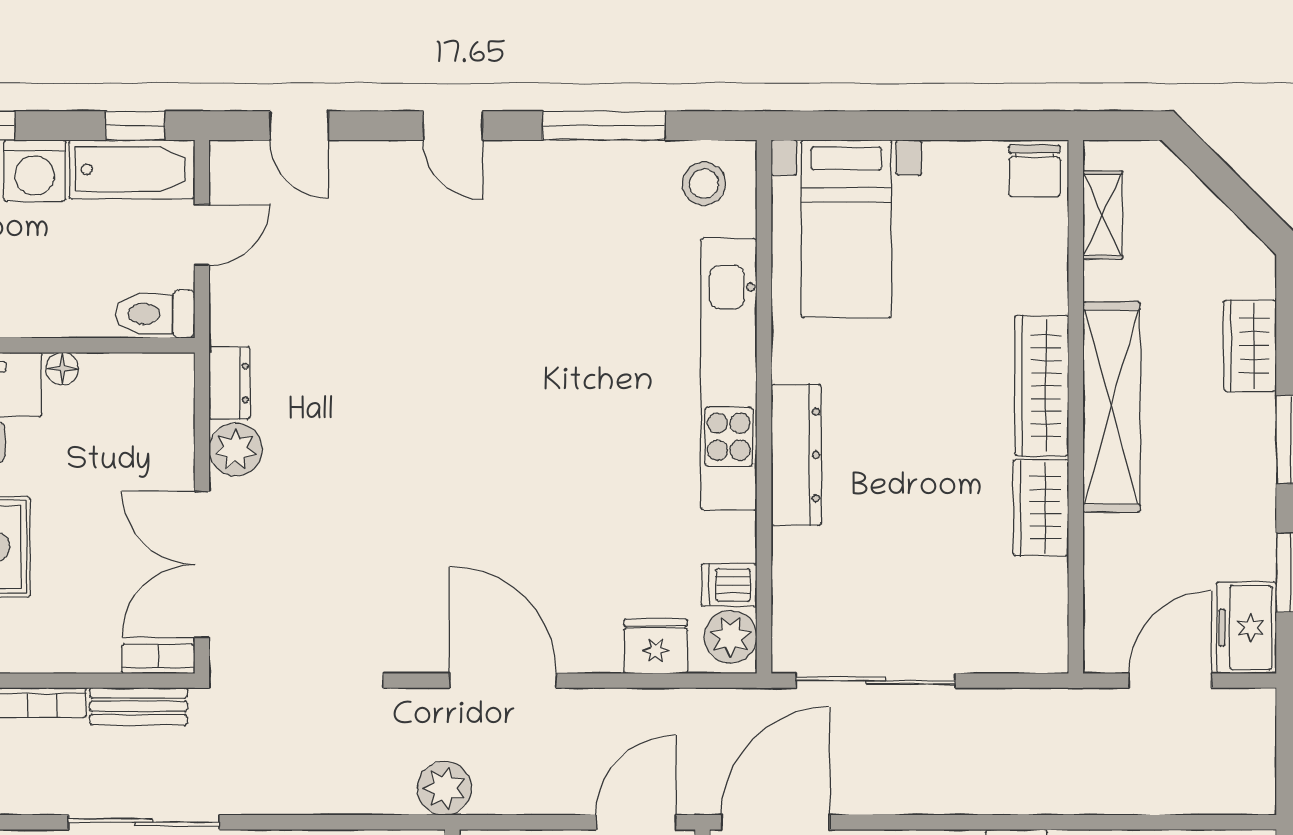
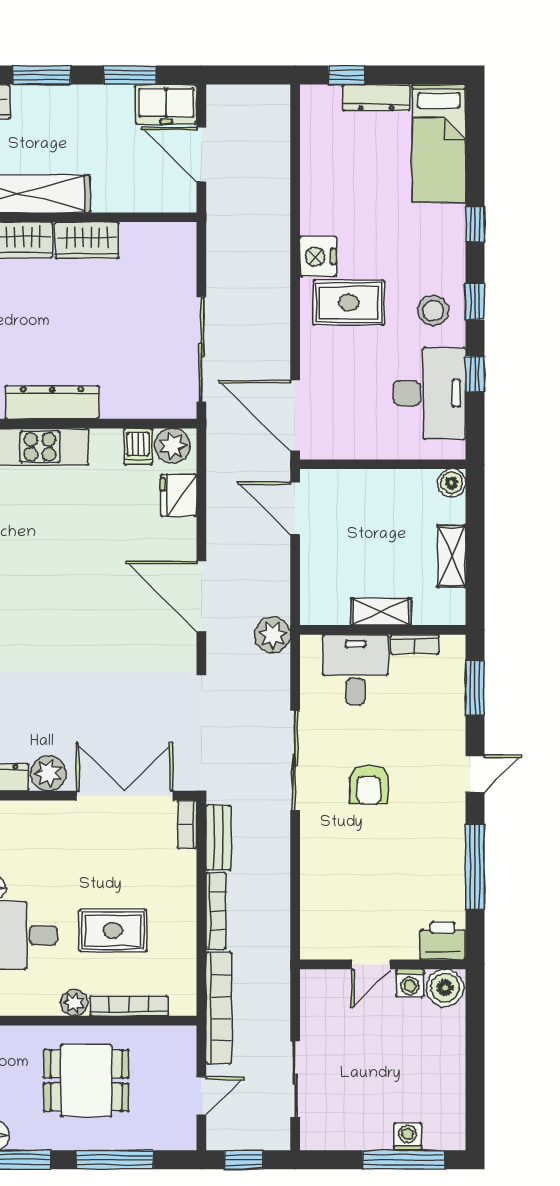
double door: (202, 564) -> (124, 796), swing flipped
door: (503, 681) -> (201, 596), hinge flipped
sliding door: (144, 822) -> (295, 760), moved

